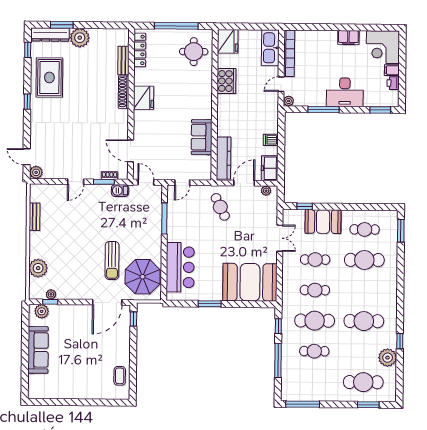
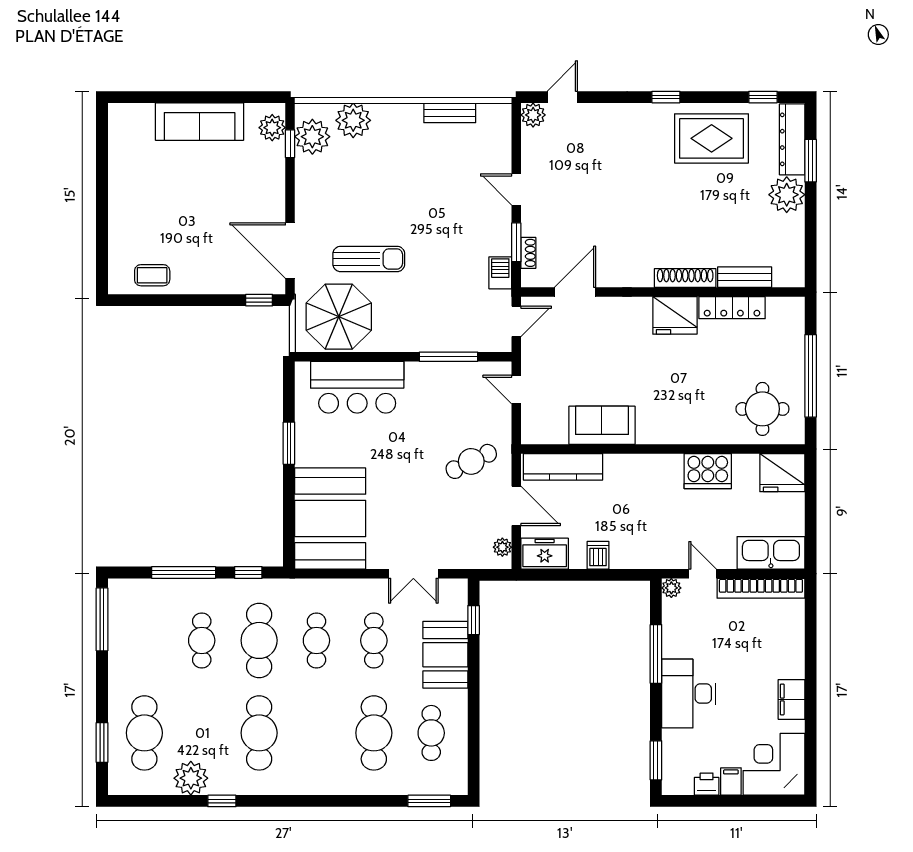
locker: (140, 50) -> (732, 308), moved
sun lounger: (112, 260) -> (369, 259), turned 180
plant: (51, 294) -> (312, 137), width x1.88, depth x1.88

